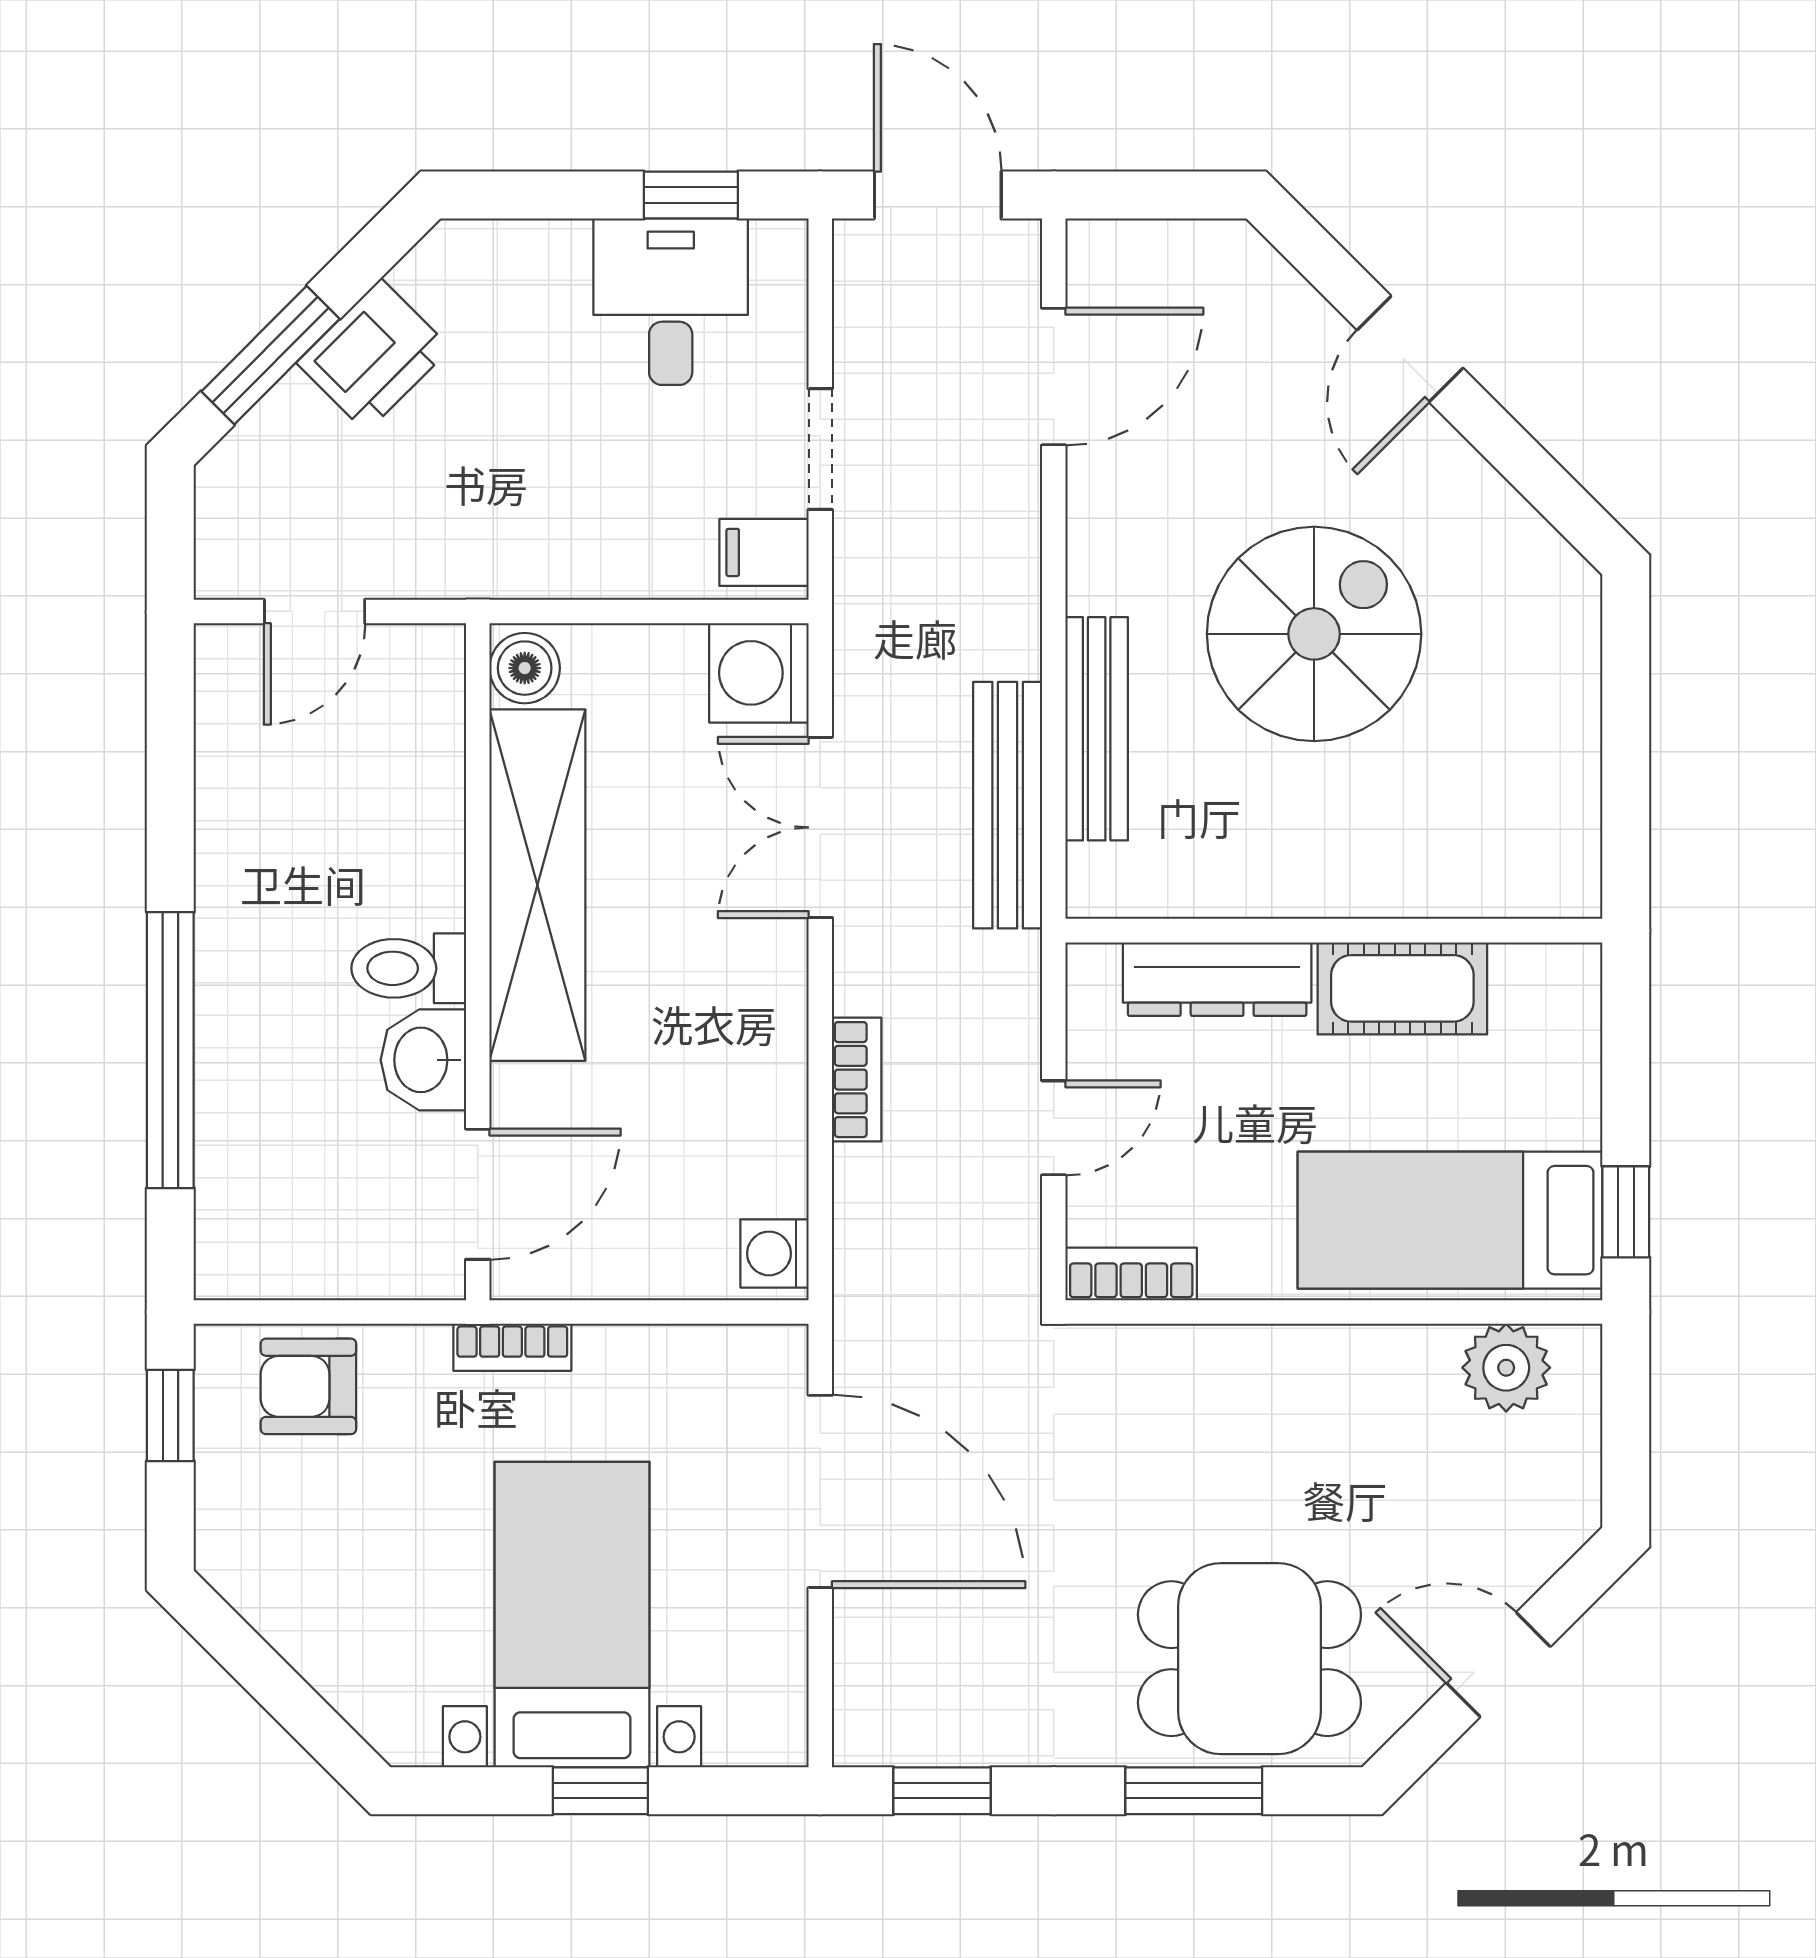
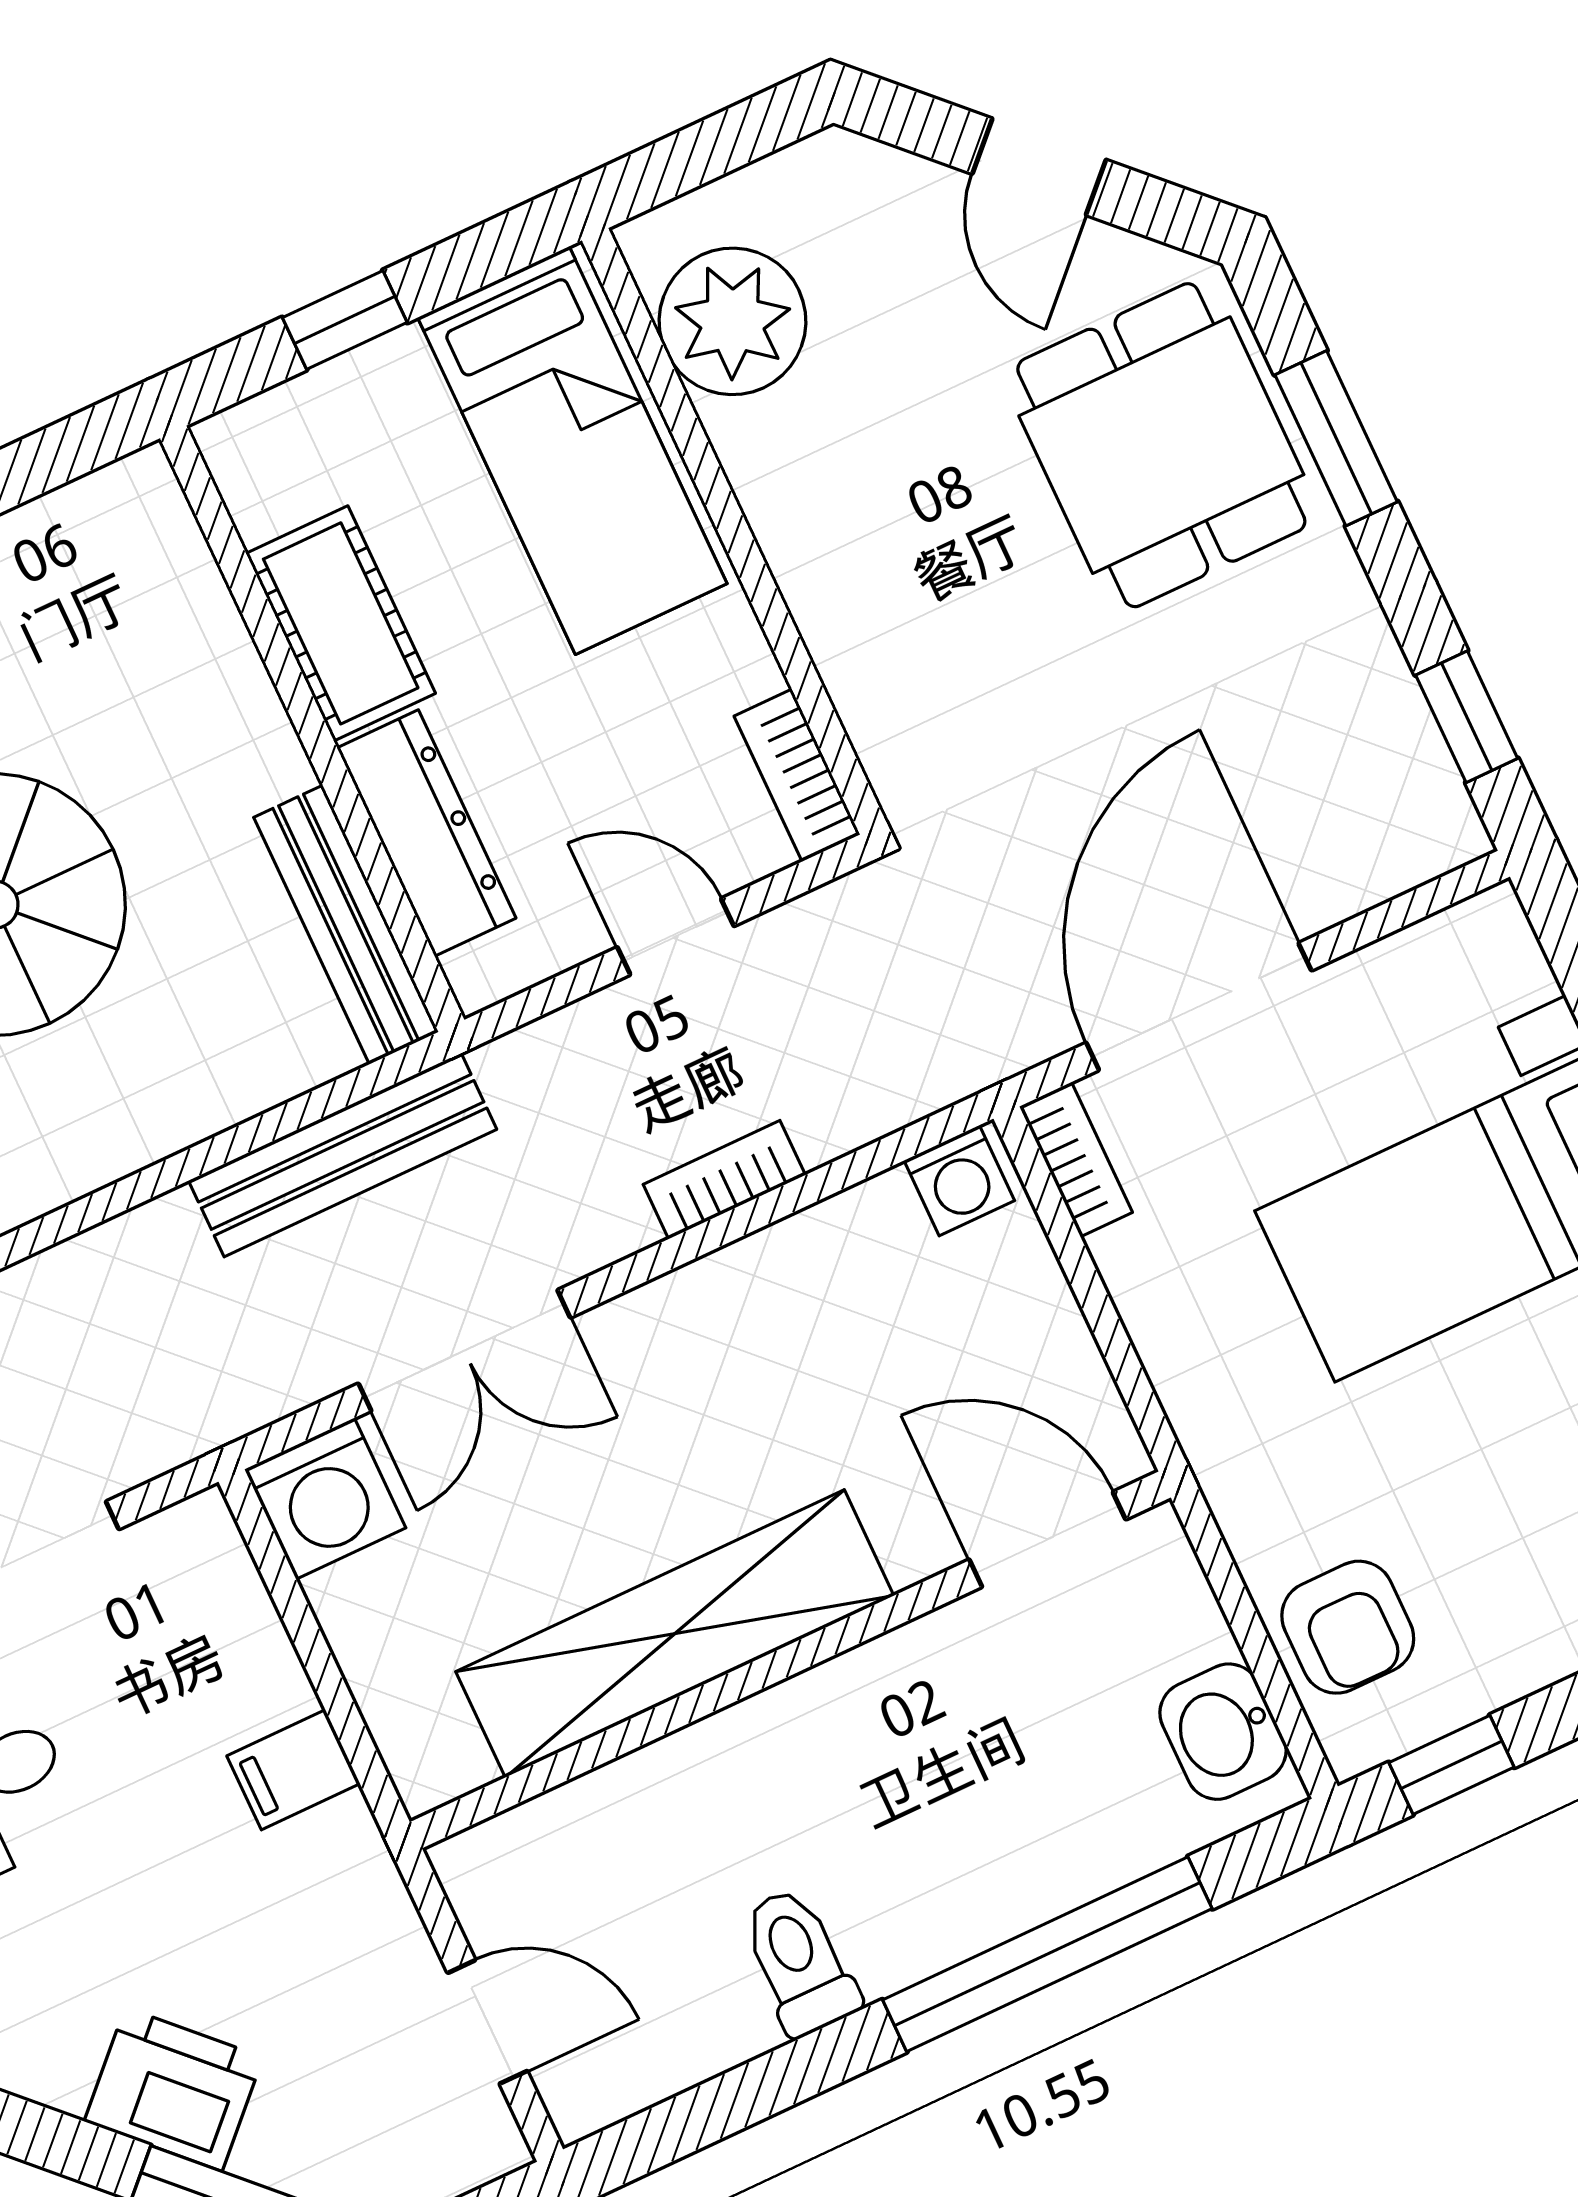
filing cabinet: (764, 552) -> (293, 1770), moved, turned 90
boiler: (525, 668) -> (441, 1760), removed
bench: (1097, 729) -> (346, 925), moved, turned 90
toilet: (409, 968) -> (799, 1962), moved, turned 180
washbasin: (423, 1060) -> (1223, 1732), moved, turned 90
window: (1626, 1212) -> (345, 320), moved
bookcase: (512, 1347) -> (1076, 1159), moved
plant: (1506, 1368) -> (733, 321), width x1.36, depth x1.36

